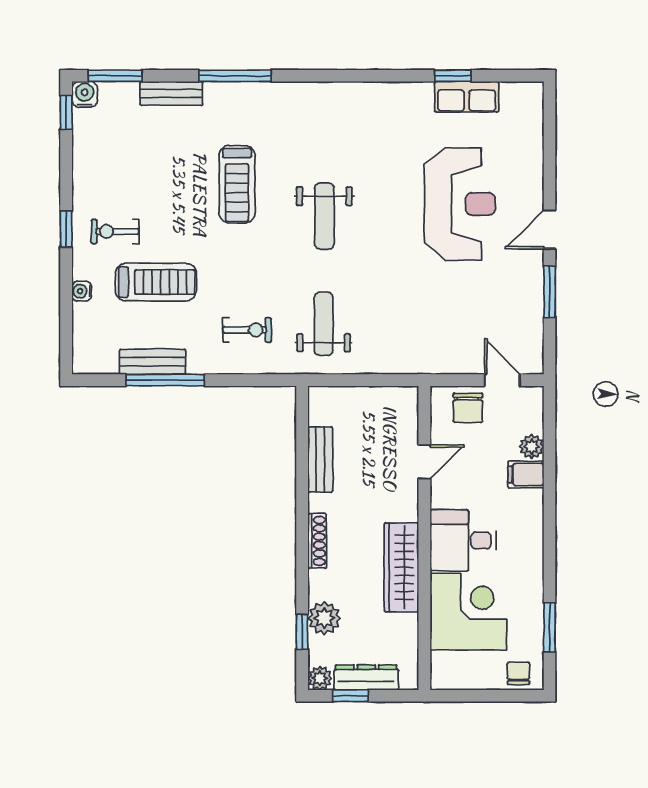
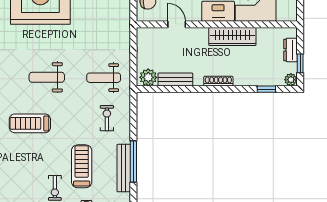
treadmill: (237, 184) -> (30, 123), turned 180
weight bench: (324, 216) -> (47, 77), turned 180
bench: (153, 362) -> (124, 168), width x1.36
plant: (324, 618) -> (148, 77), moved
dresser: (366, 677) -> (290, 50), width x0.70

